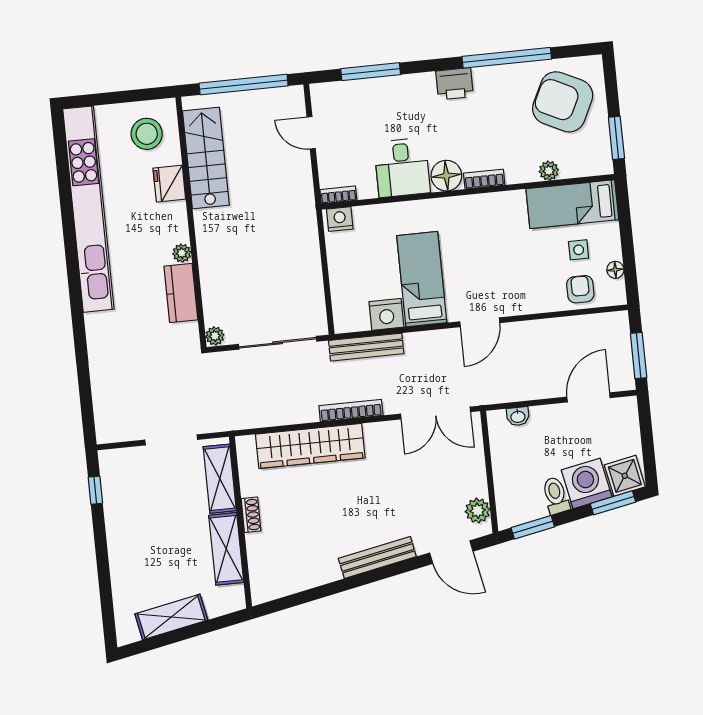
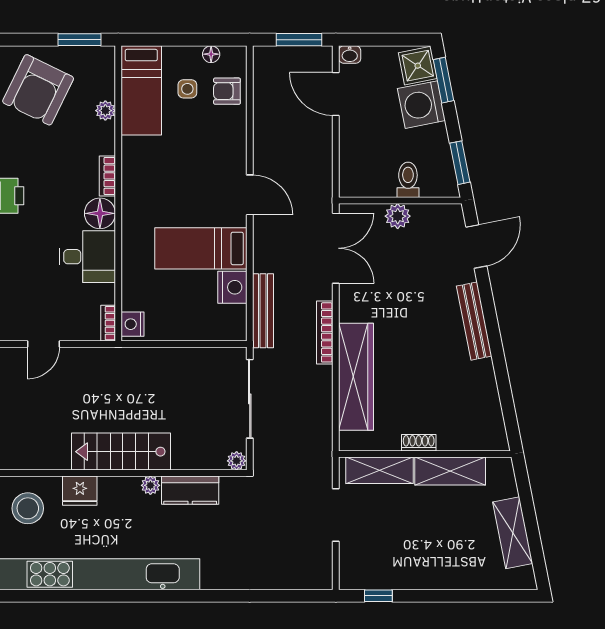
stairs: (206, 158) -> (121, 452), moved
washbasin: (518, 416) -> (350, 55), moved, turned 90
toilet: (556, 496) -> (408, 180), moved, turned 101
plant: (478, 511) -> (398, 216), moved

